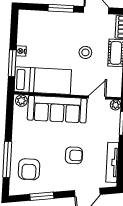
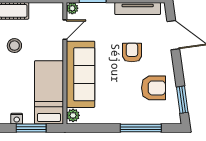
door: (97, 97) -> (65, 30), swing flipped
armchair: (29, 169) -> (154, 88), moved
window: (42, 196) -> (182, 100), moved

